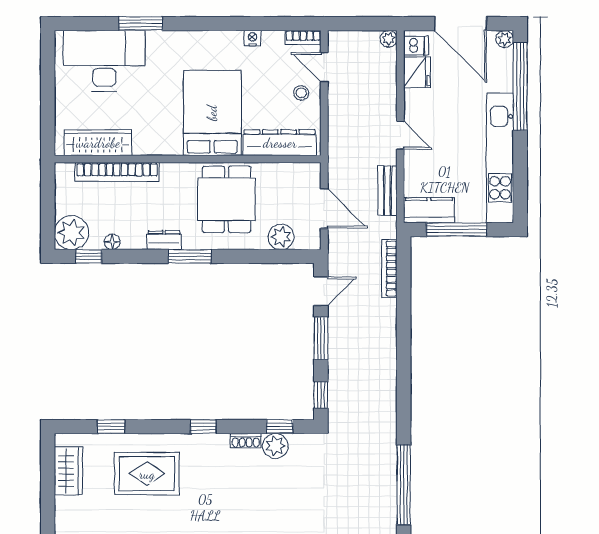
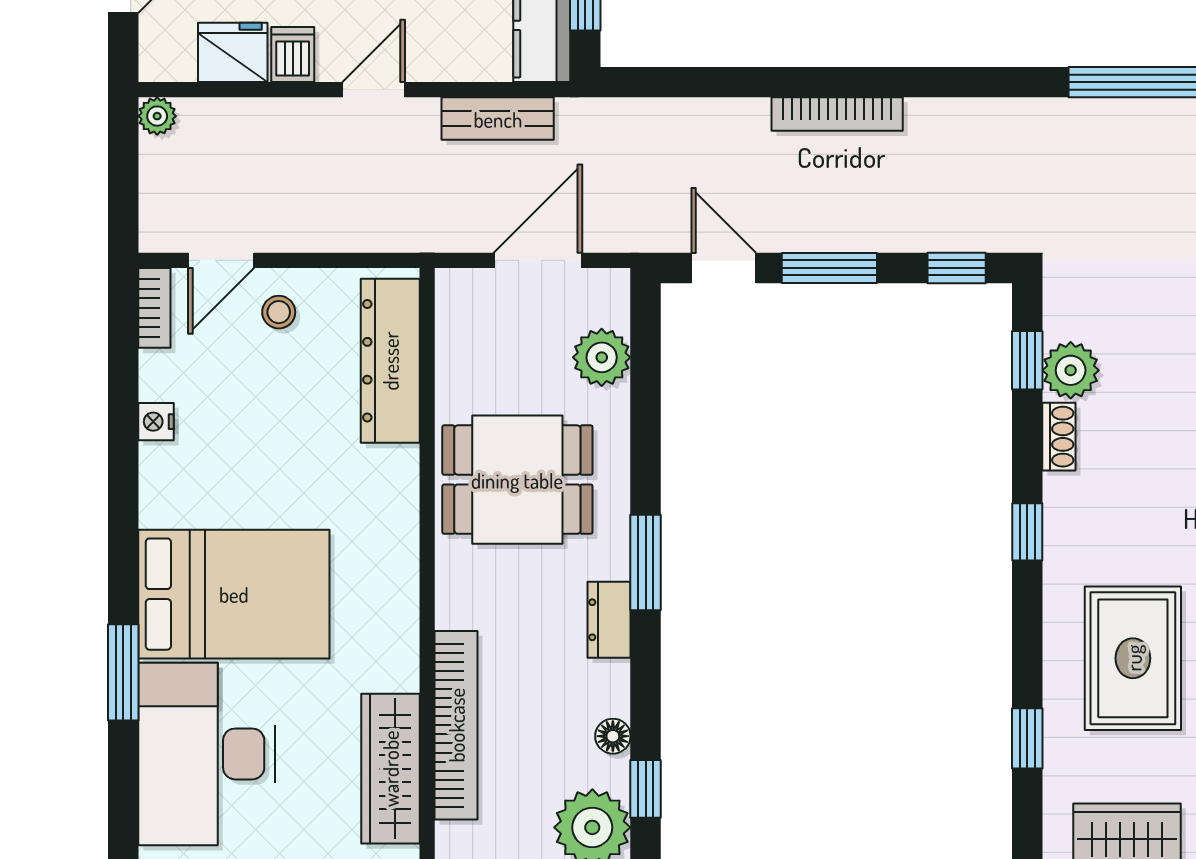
dishwasher: (416, 46) -> (293, 55), moved
bed: (212, 113) -> (234, 594), moved, turned 180
bookcase: (390, 269) -> (837, 114), moved

